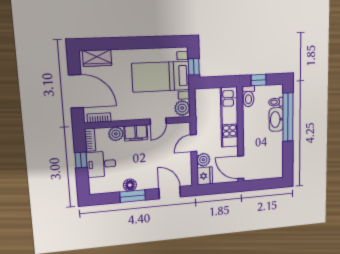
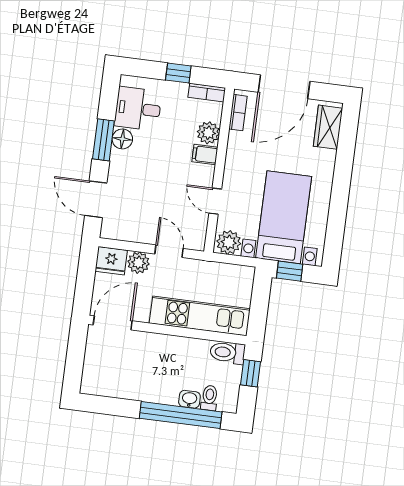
washbasin: (276, 119) -> (189, 399), width x0.52, depth x0.69
filing cabinet: (136, 133) -> (205, 155), width x0.50
desk: (101, 164) -> (138, 109), moved, turned -90
door: (170, 193) -> (96, 199), swing flipped

